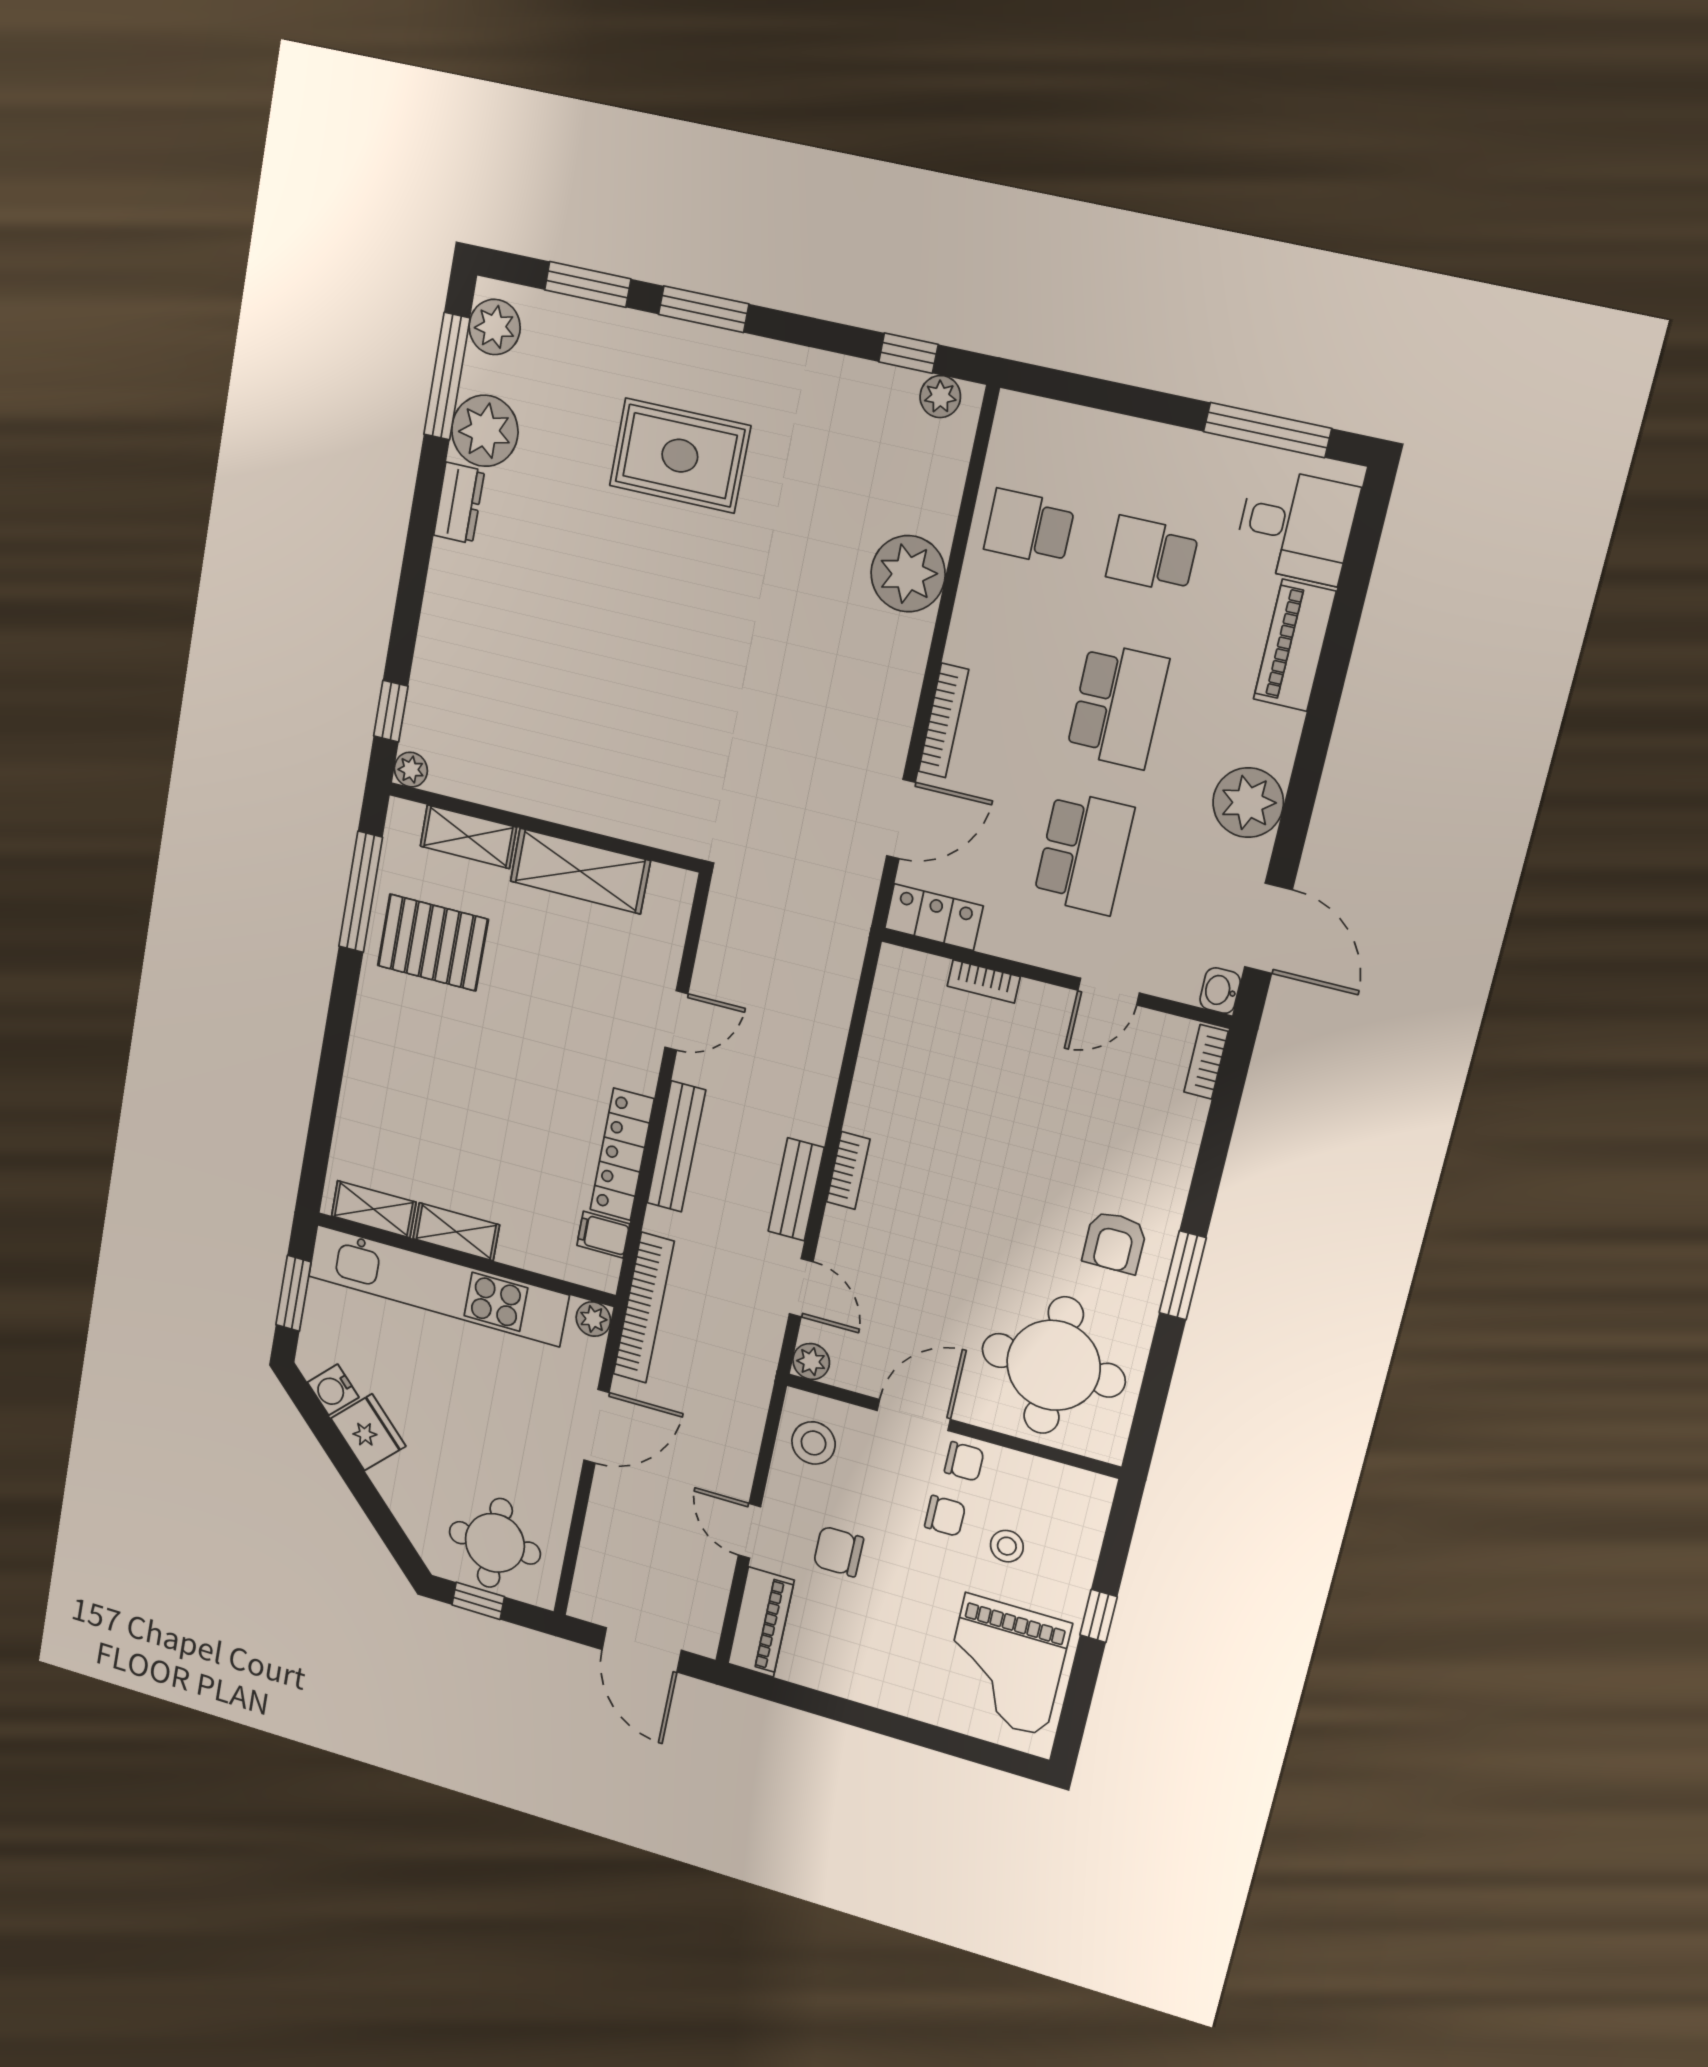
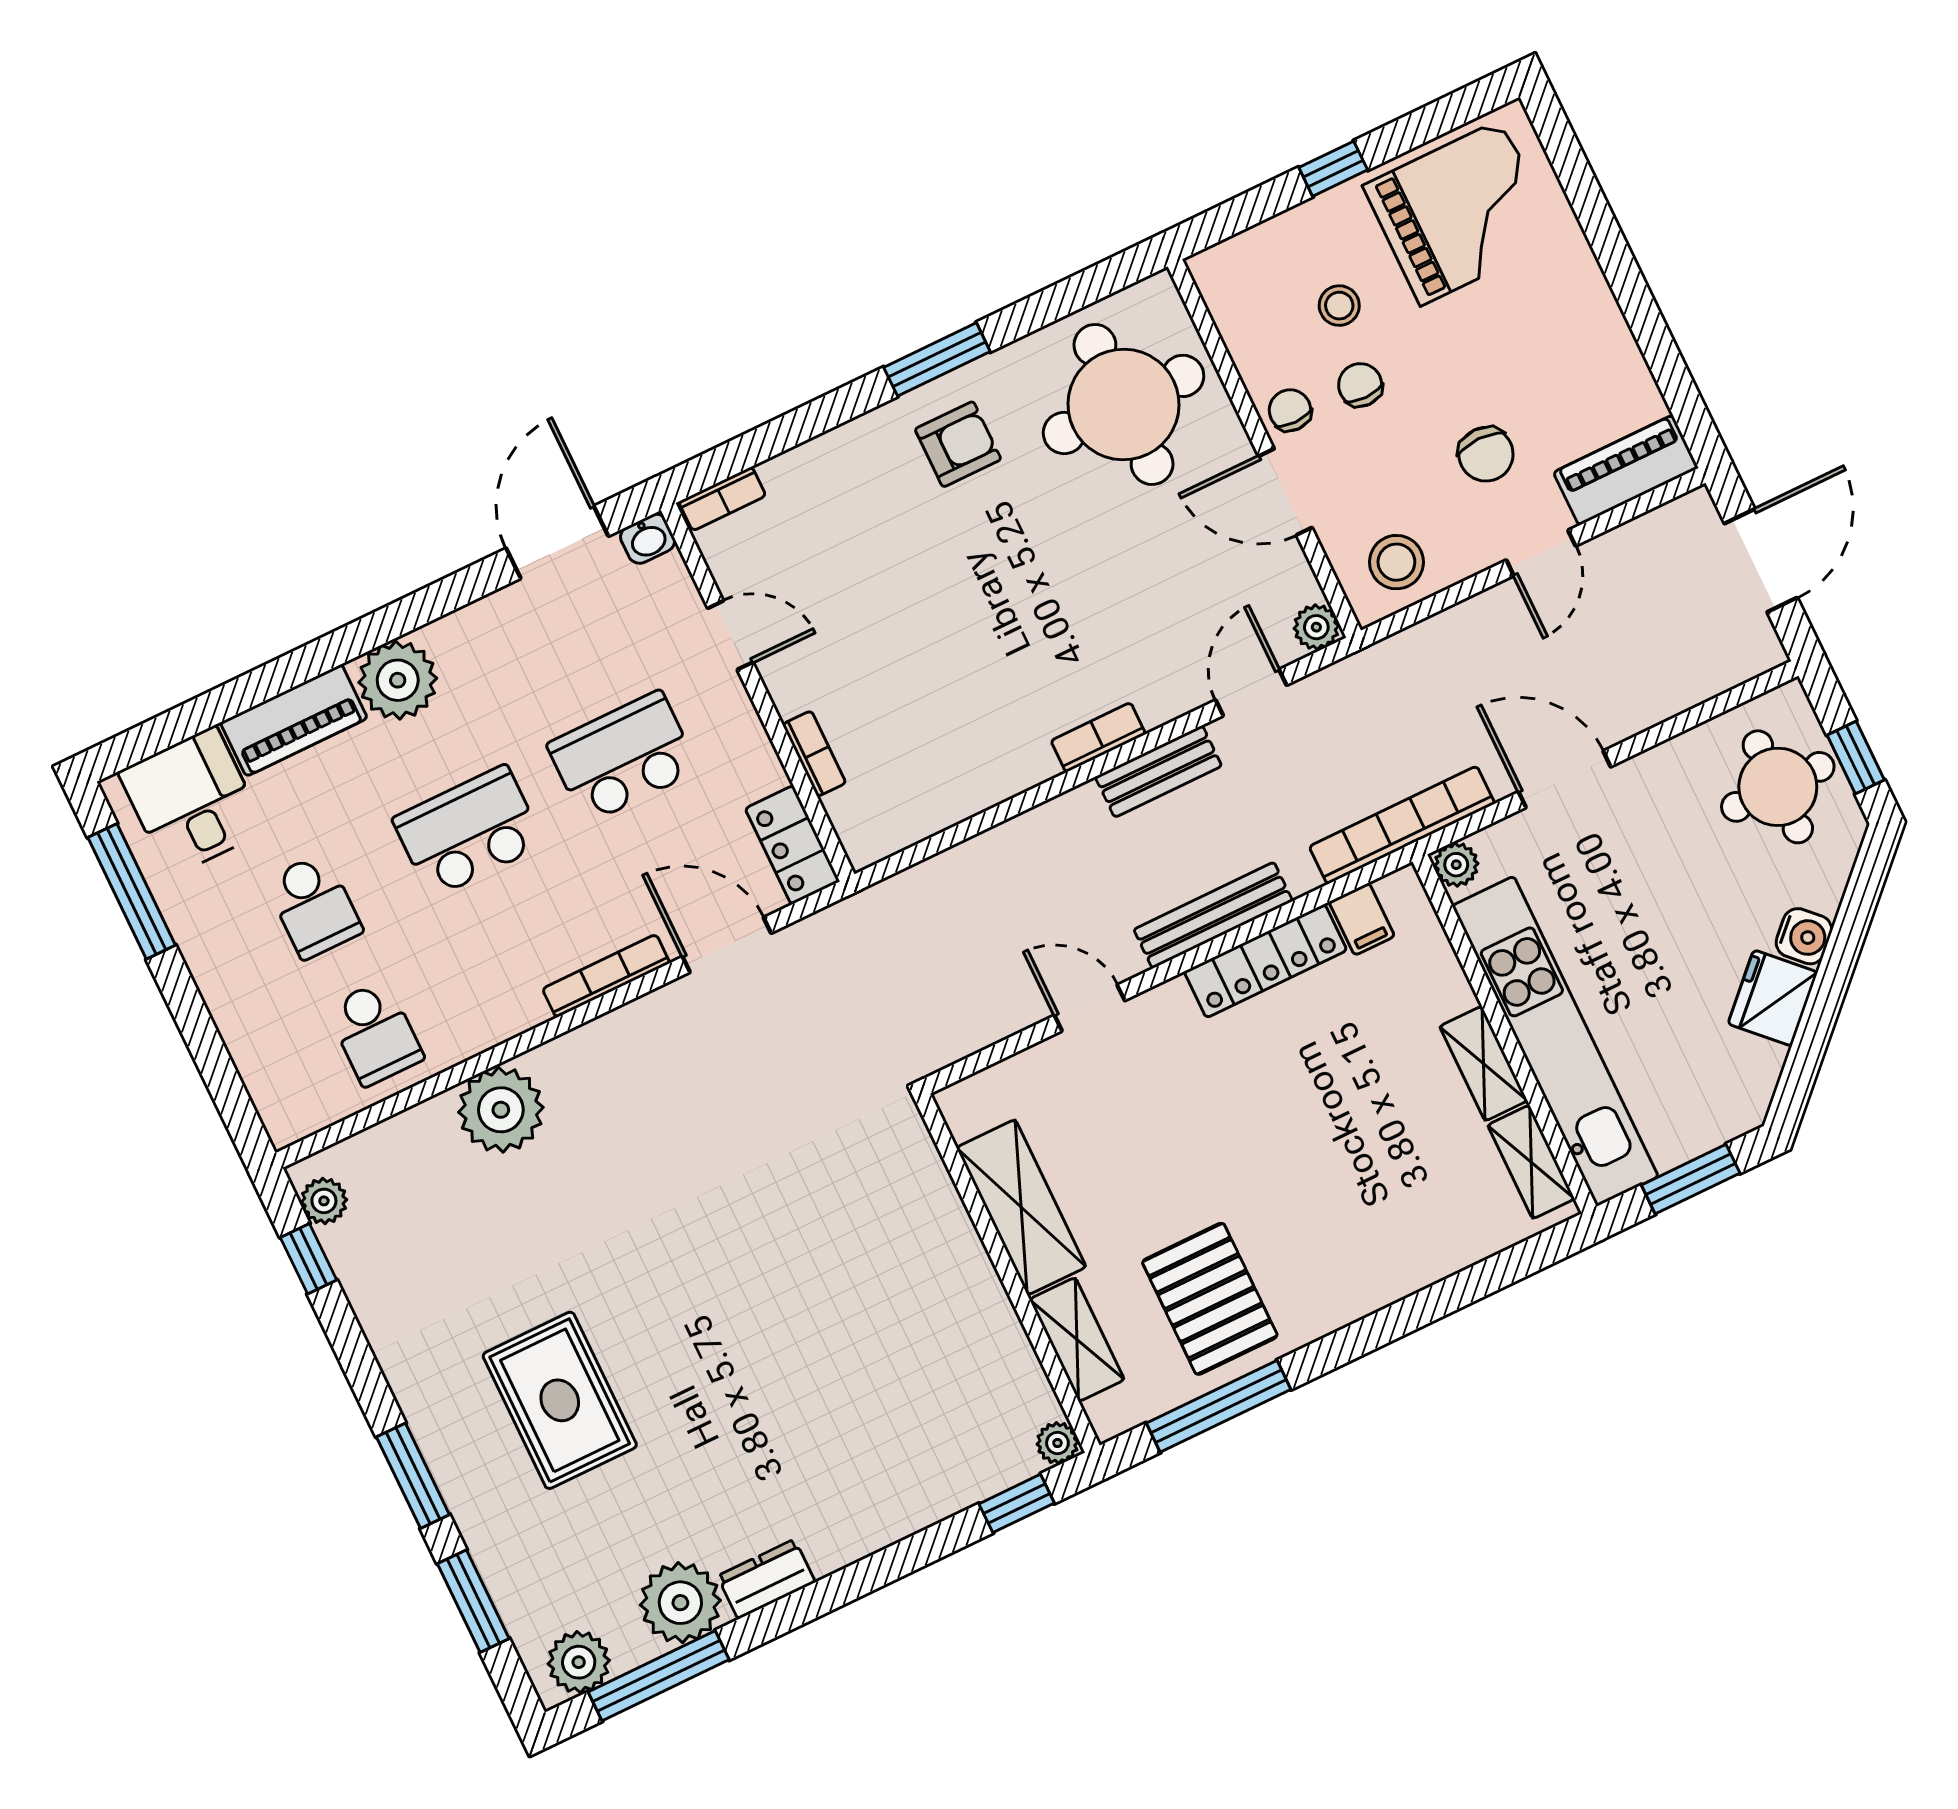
plant: (1248, 803) -> (398, 680), moved
water cooler: (333, 1390) -> (1804, 936), moved

